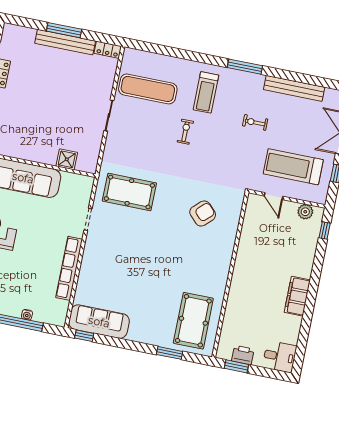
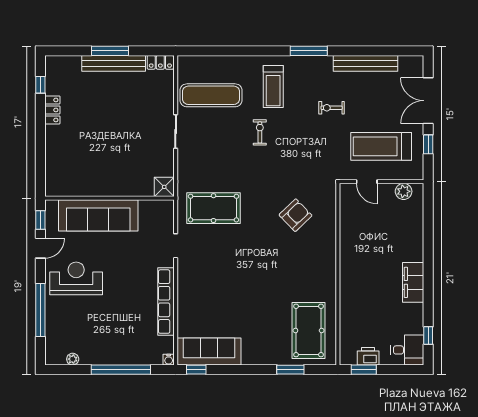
shower: (67, 159) -> (164, 187), moved
window: (325, 231) -> (428, 336), moved
water cooler: (27, 315) -> (169, 360), moved

